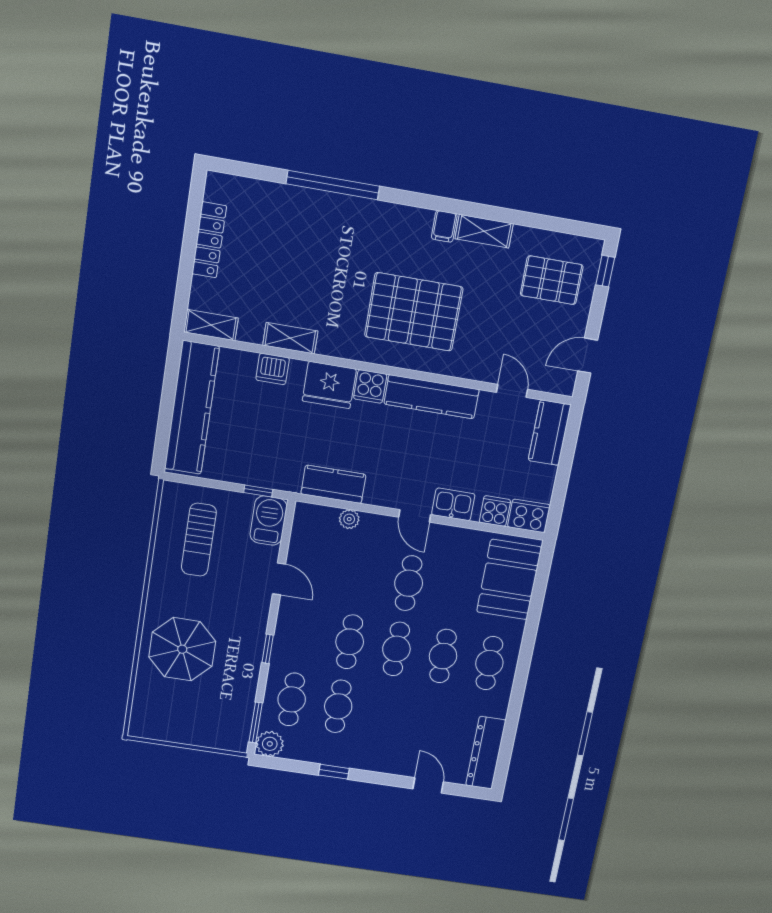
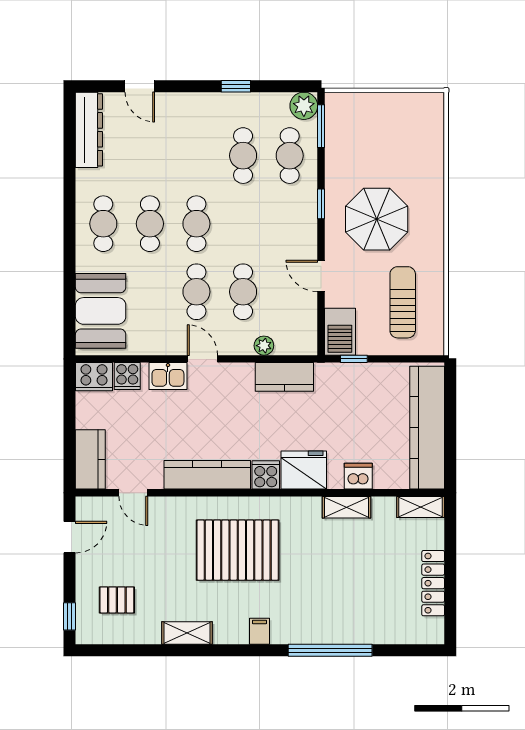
filing cabinet: (444, 226) -> (260, 631), moved
pallet: (552, 280) -> (117, 600), width x0.67, depth x0.71
cafe table: (350, 642) -> (243, 292), moved
parasol: (182, 649) -> (377, 219), moved

